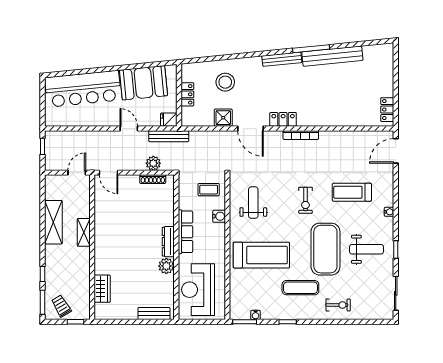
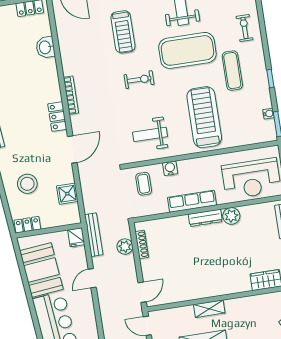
locker: (187, 94) -> (27, 225), moved
shower: (223, 118) -> (67, 194), moved
washbasin: (349, 118) -> (45, 47), added

